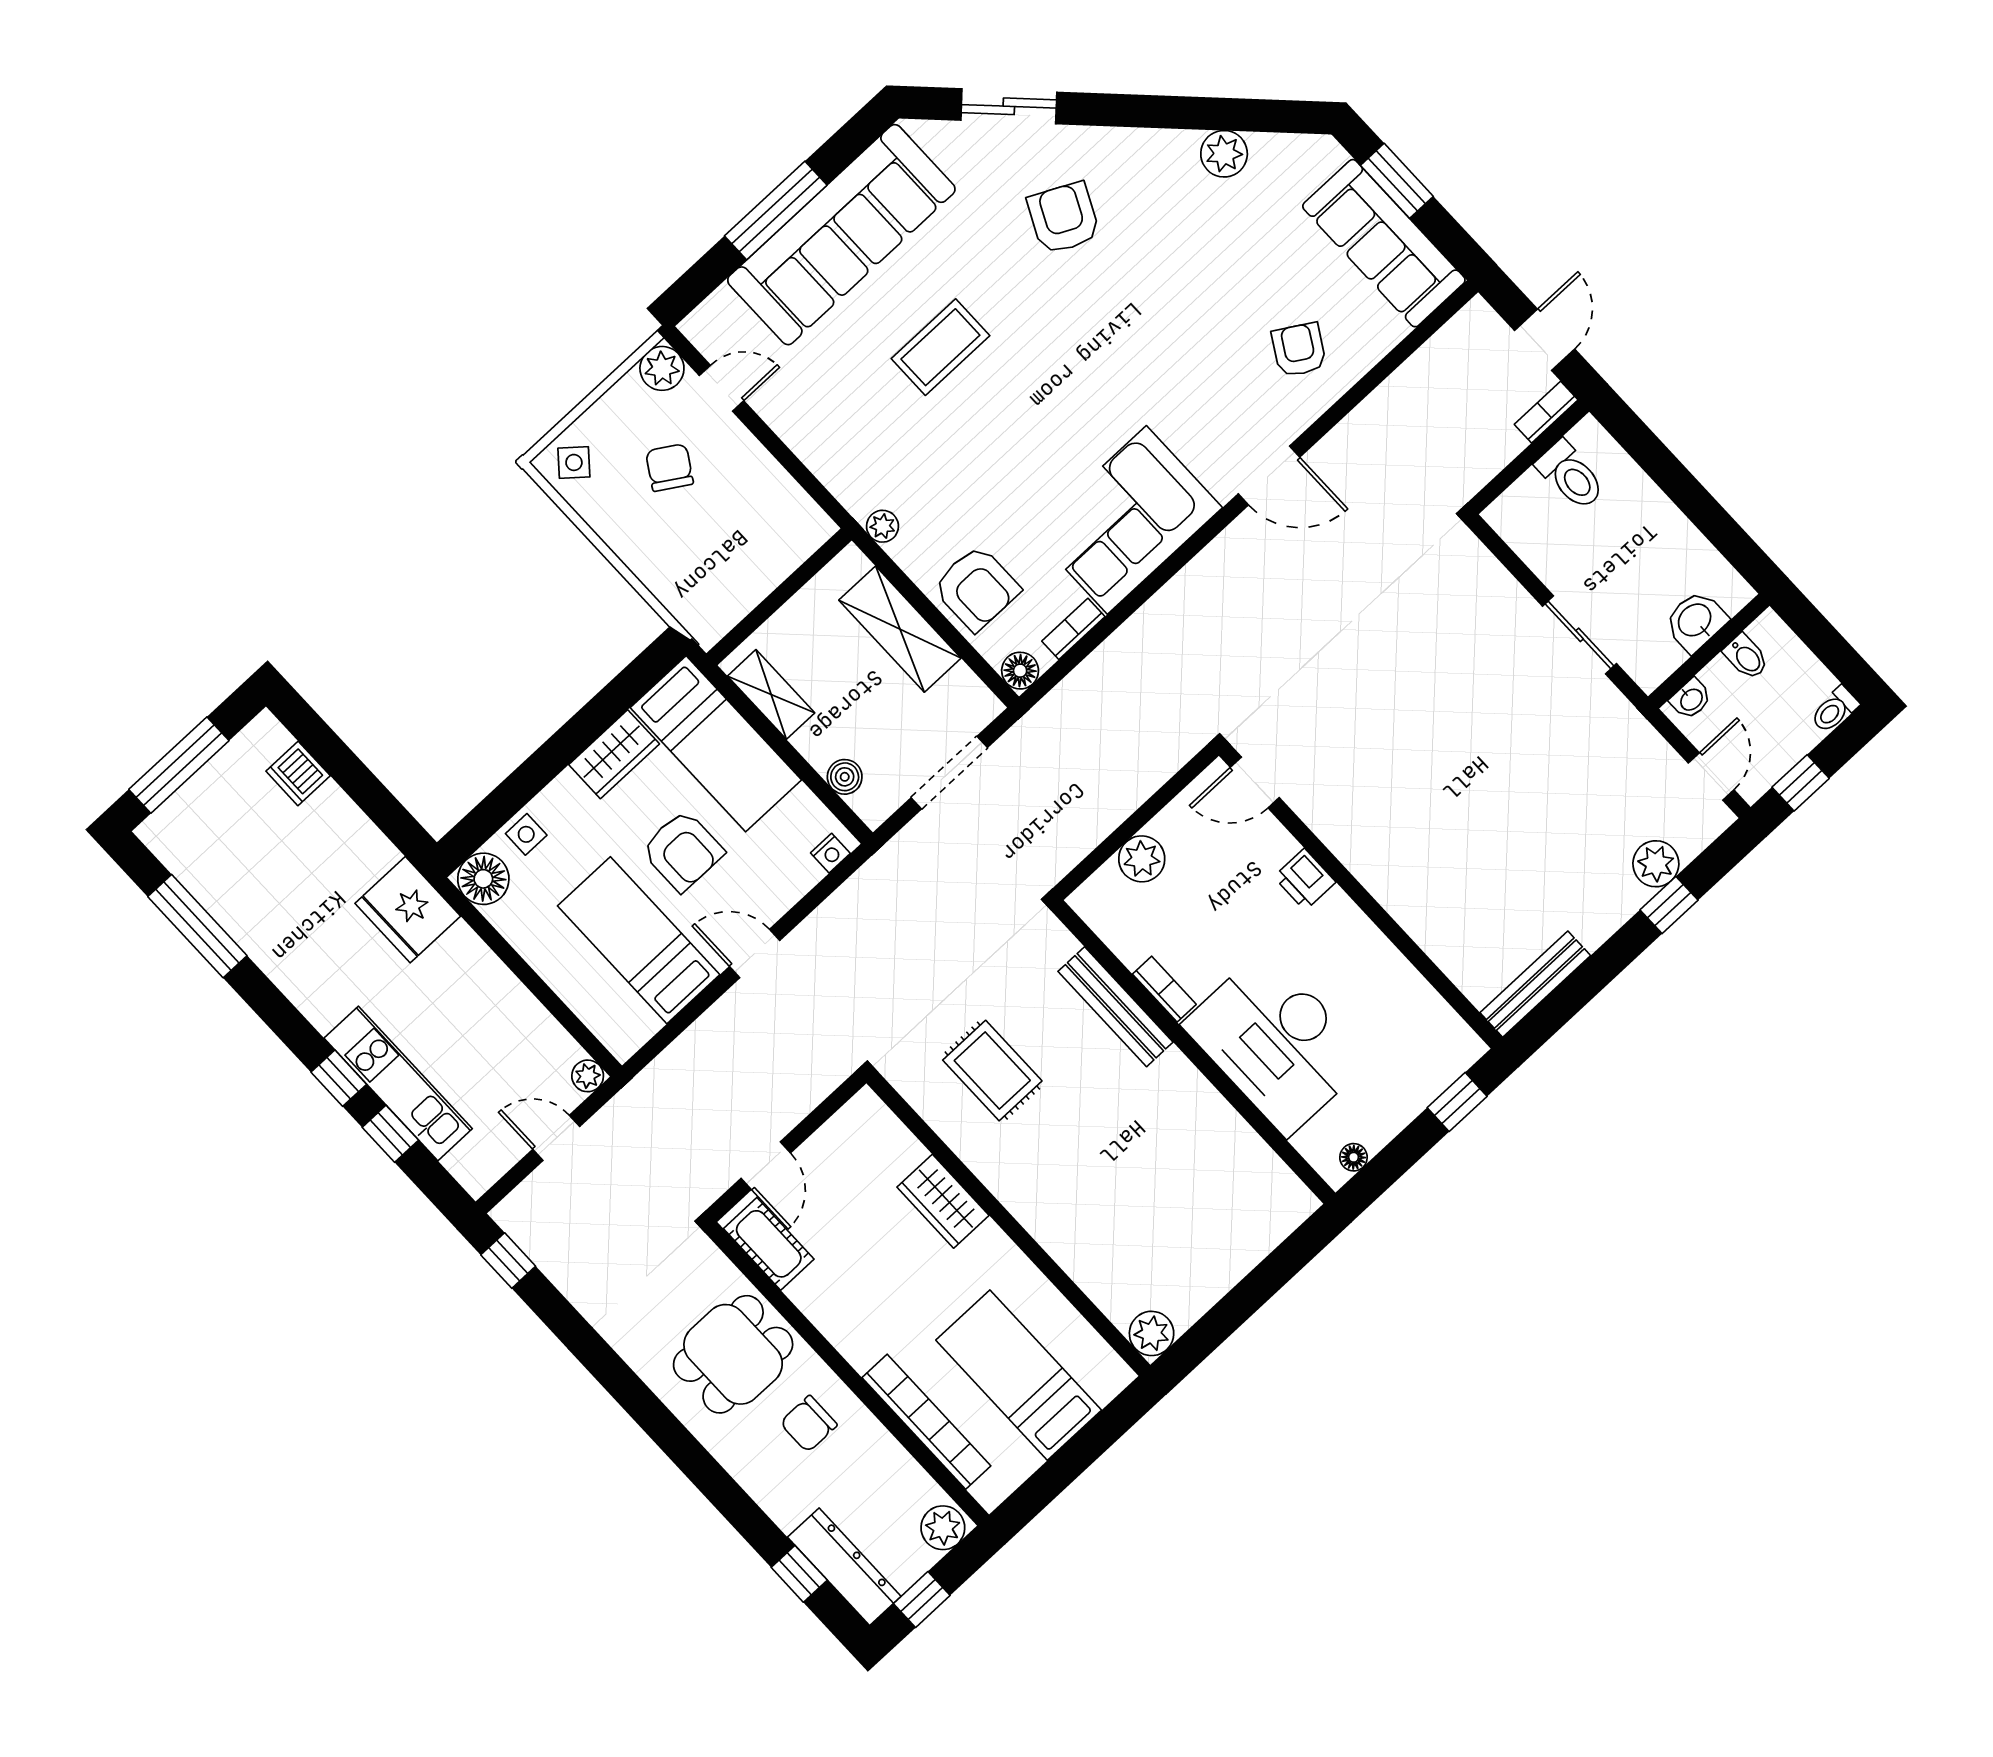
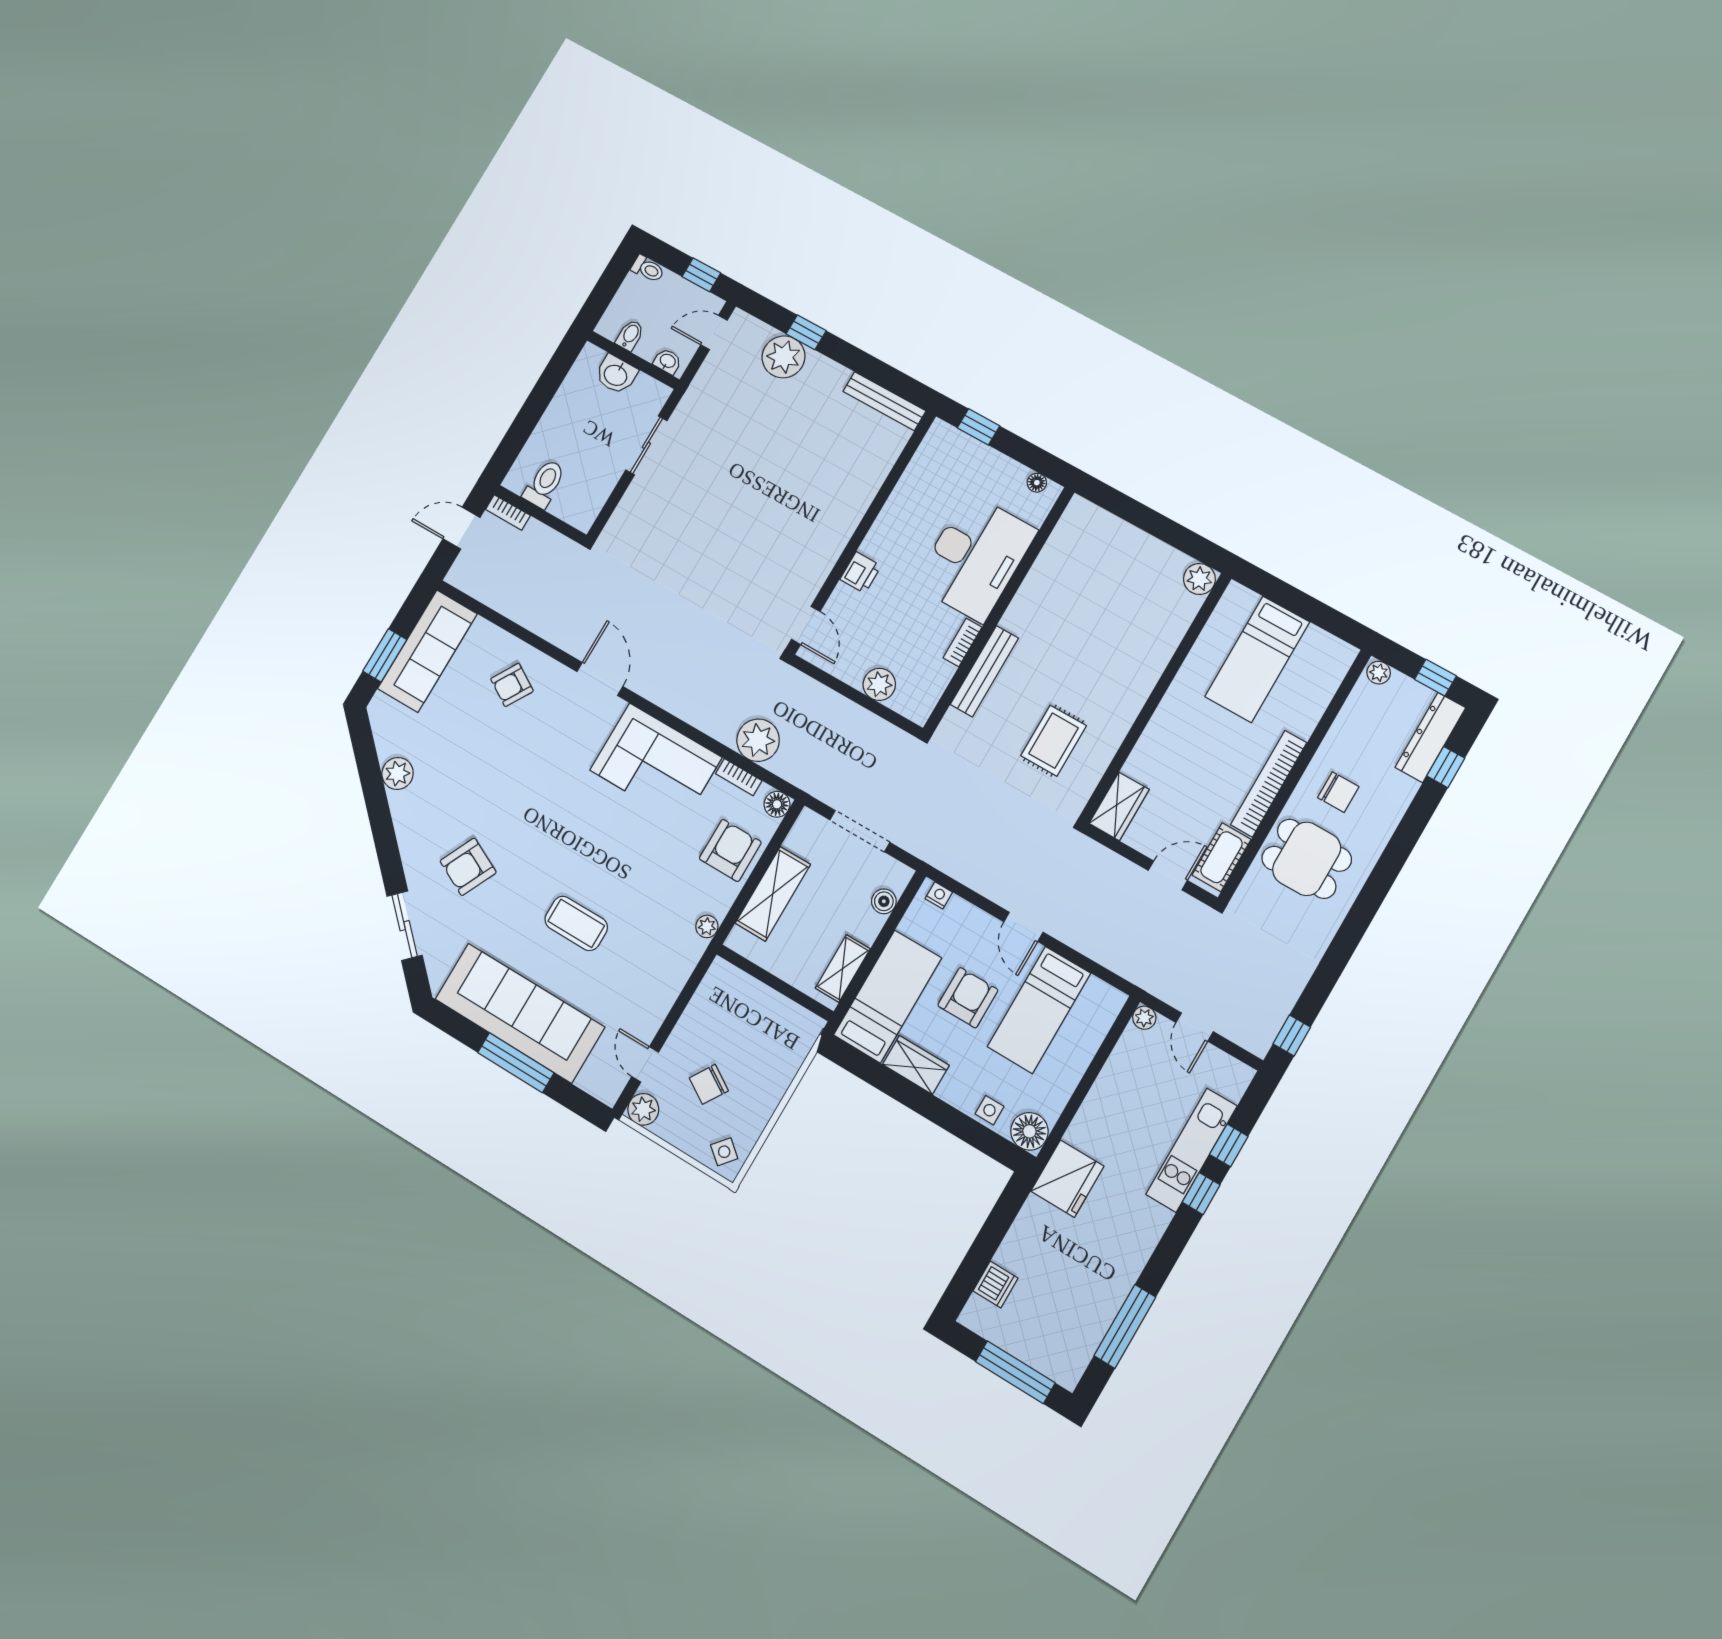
plant: (1116, 670) -> (758, 740), added
plant: (1656, 864) -> (784, 357), width x1.36, depth x1.36
wardrobe: (943, 1201) -> (1119, 806), moved
bookcase: (926, 1422) -> (1269, 784), moved
plant: (943, 1528) -> (1379, 673), width x0.73, depth x0.73

